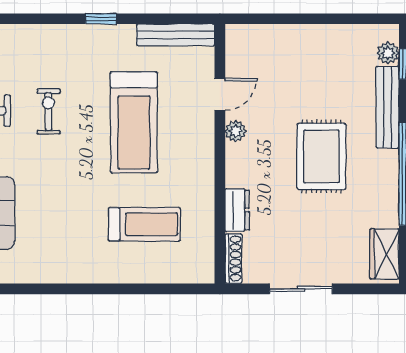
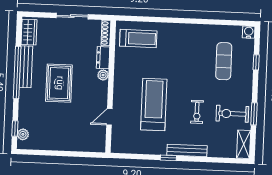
bench: (176, 35) -> (187, 150), moved
bench: (388, 107) -> (26, 67), moved
plant: (236, 131) -> (103, 75), moved
treadmill: (144, 224) -> (138, 39), moved, turned 180

